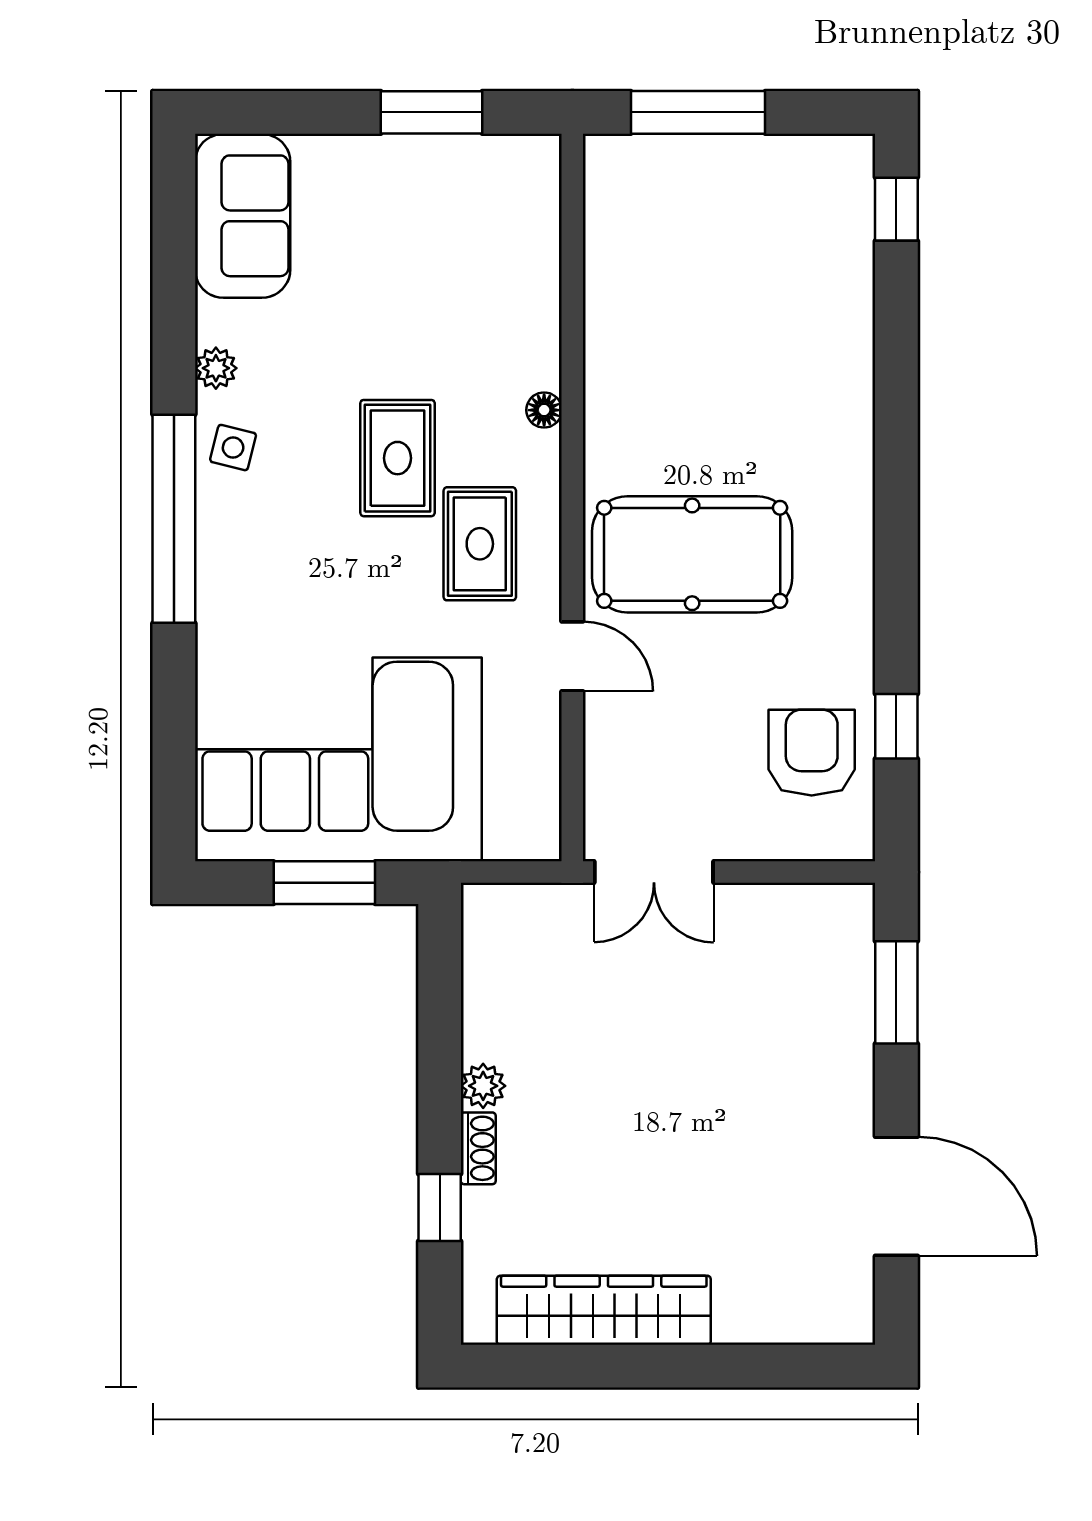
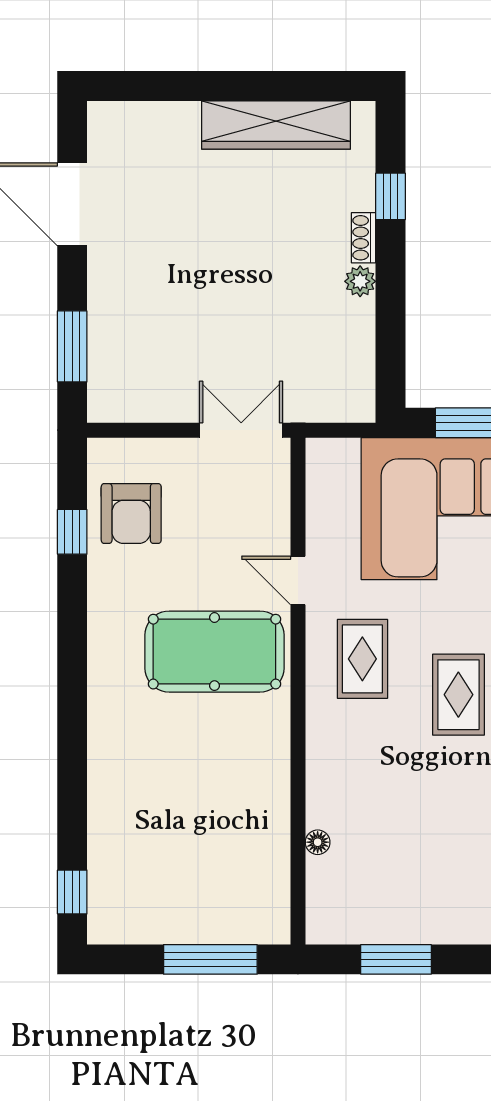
floor lamp: (544, 410) -> (318, 842), moved
rug: (398, 458) -> (458, 695), moved

